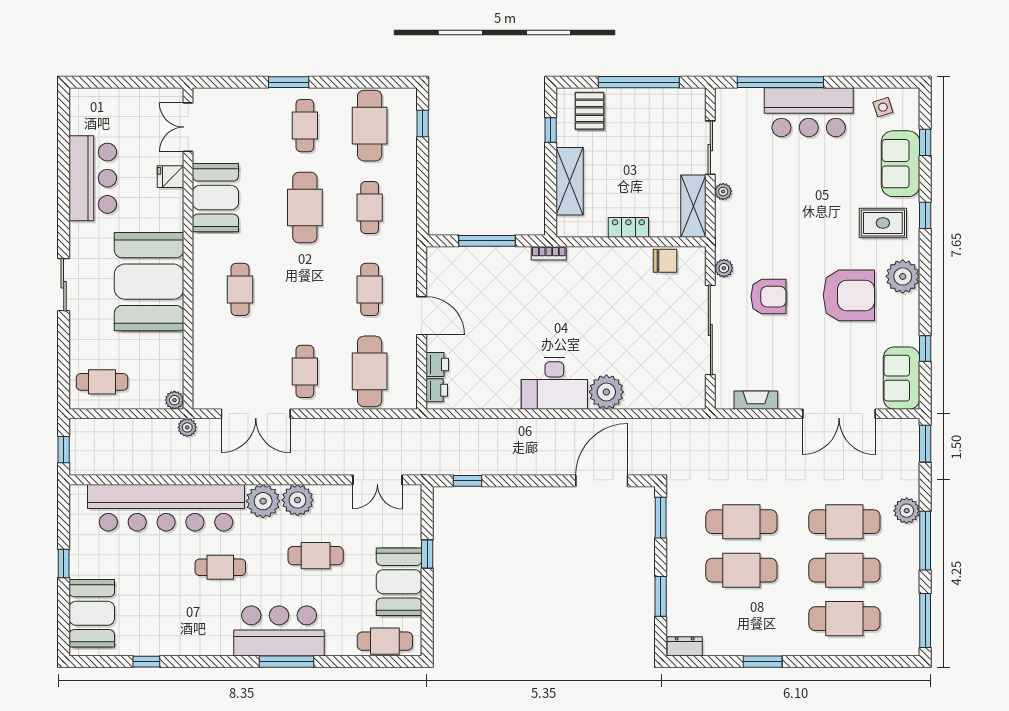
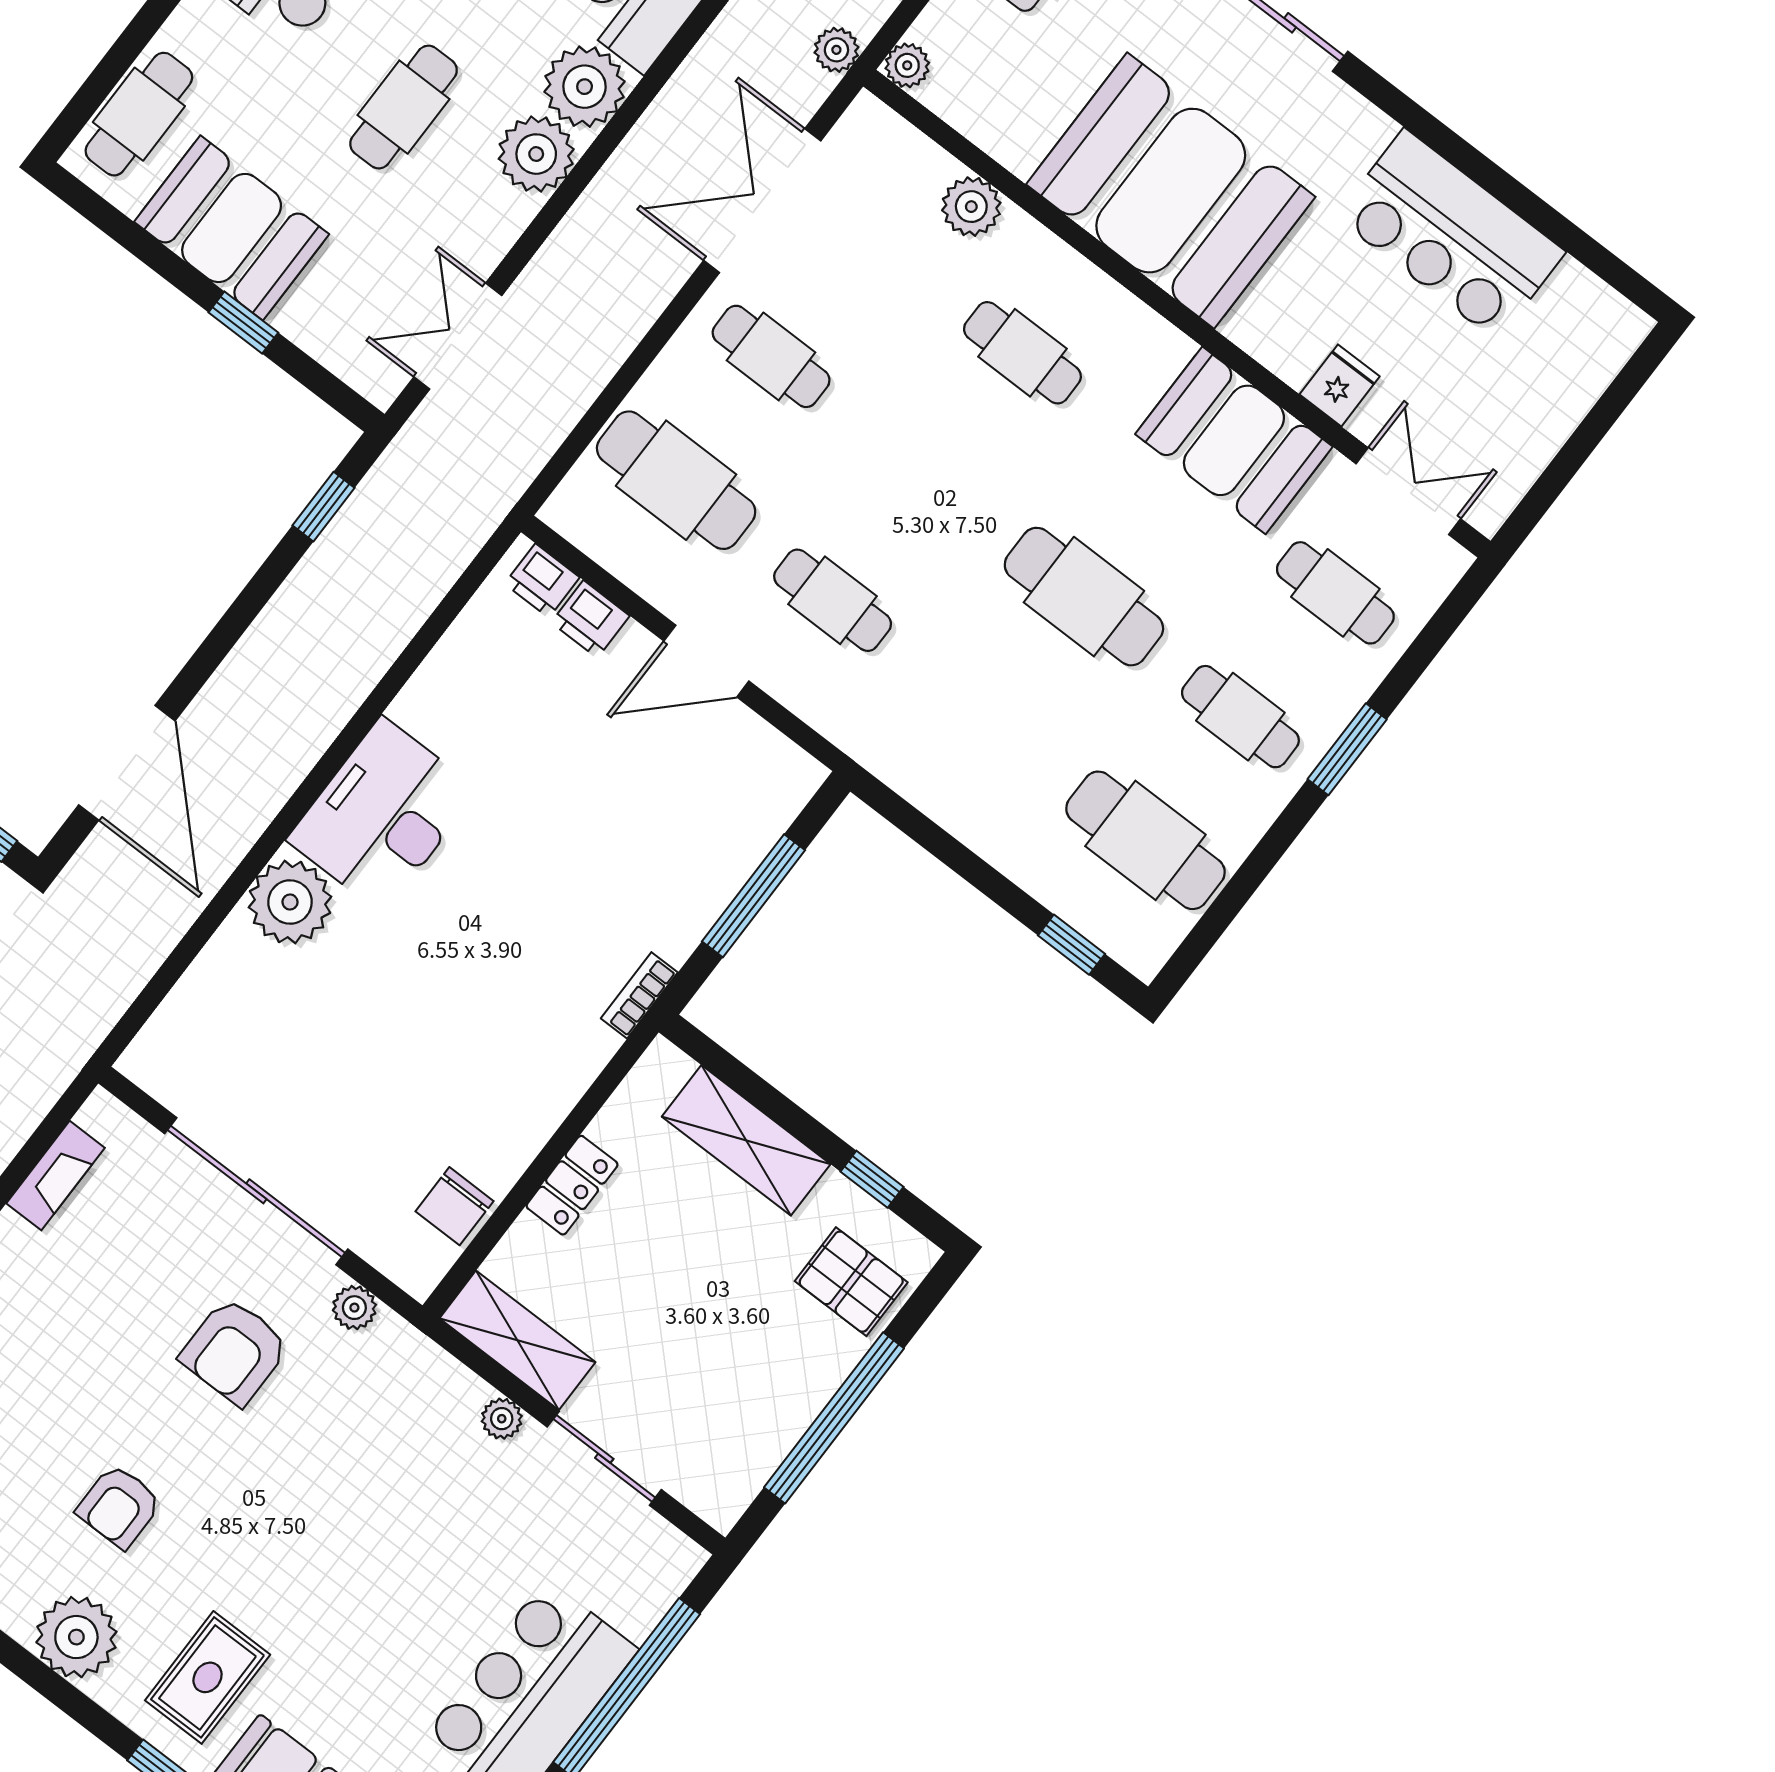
cafe table: (370, 208) -> (1335, 593), moved
armchair: (849, 295) -> (119, 1506), width x0.53, depth x0.53
plant: (205, 343) -> (971, 207), added

